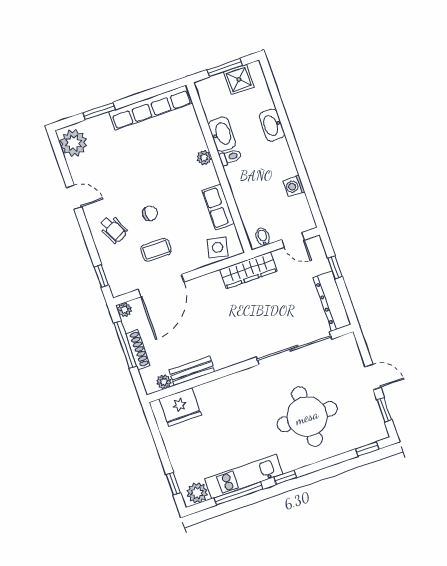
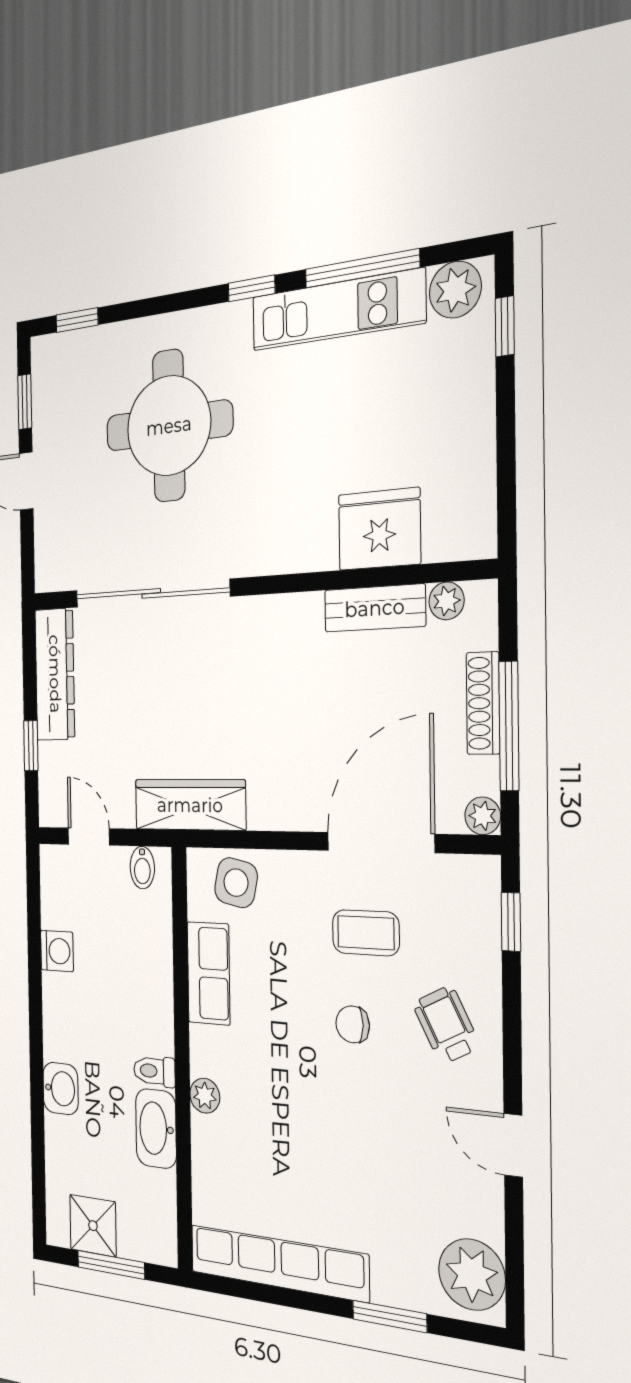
washbasin: (272, 125) -> (61, 1088), width x0.72
fridge: (180, 407) -> (379, 529), moved

